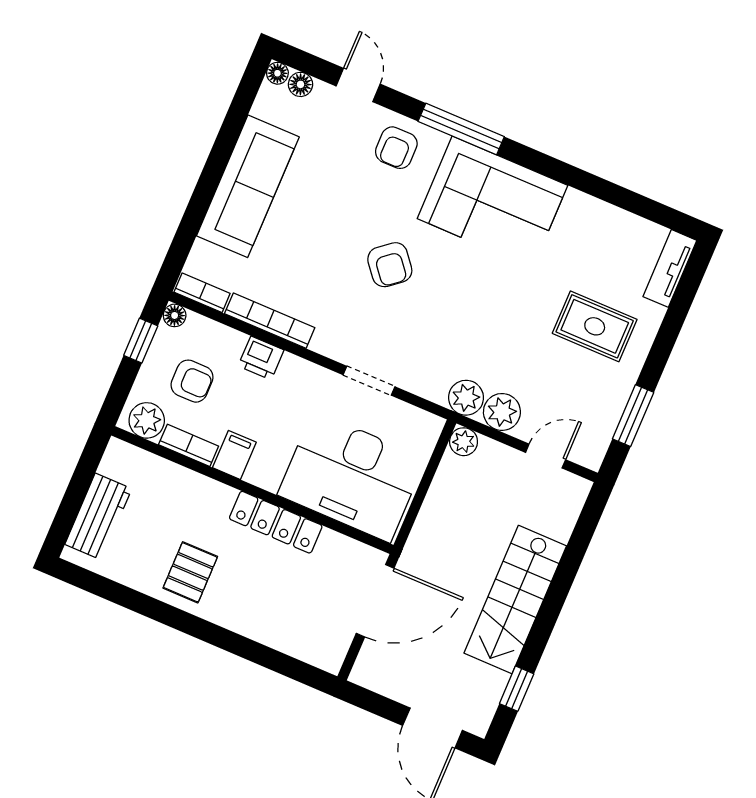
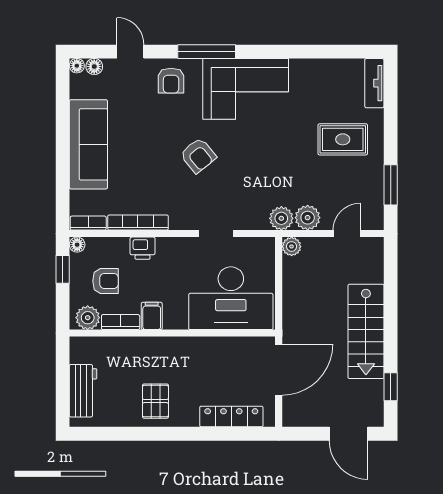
locker: (276, 522) -> (231, 417), moved, turned 180

